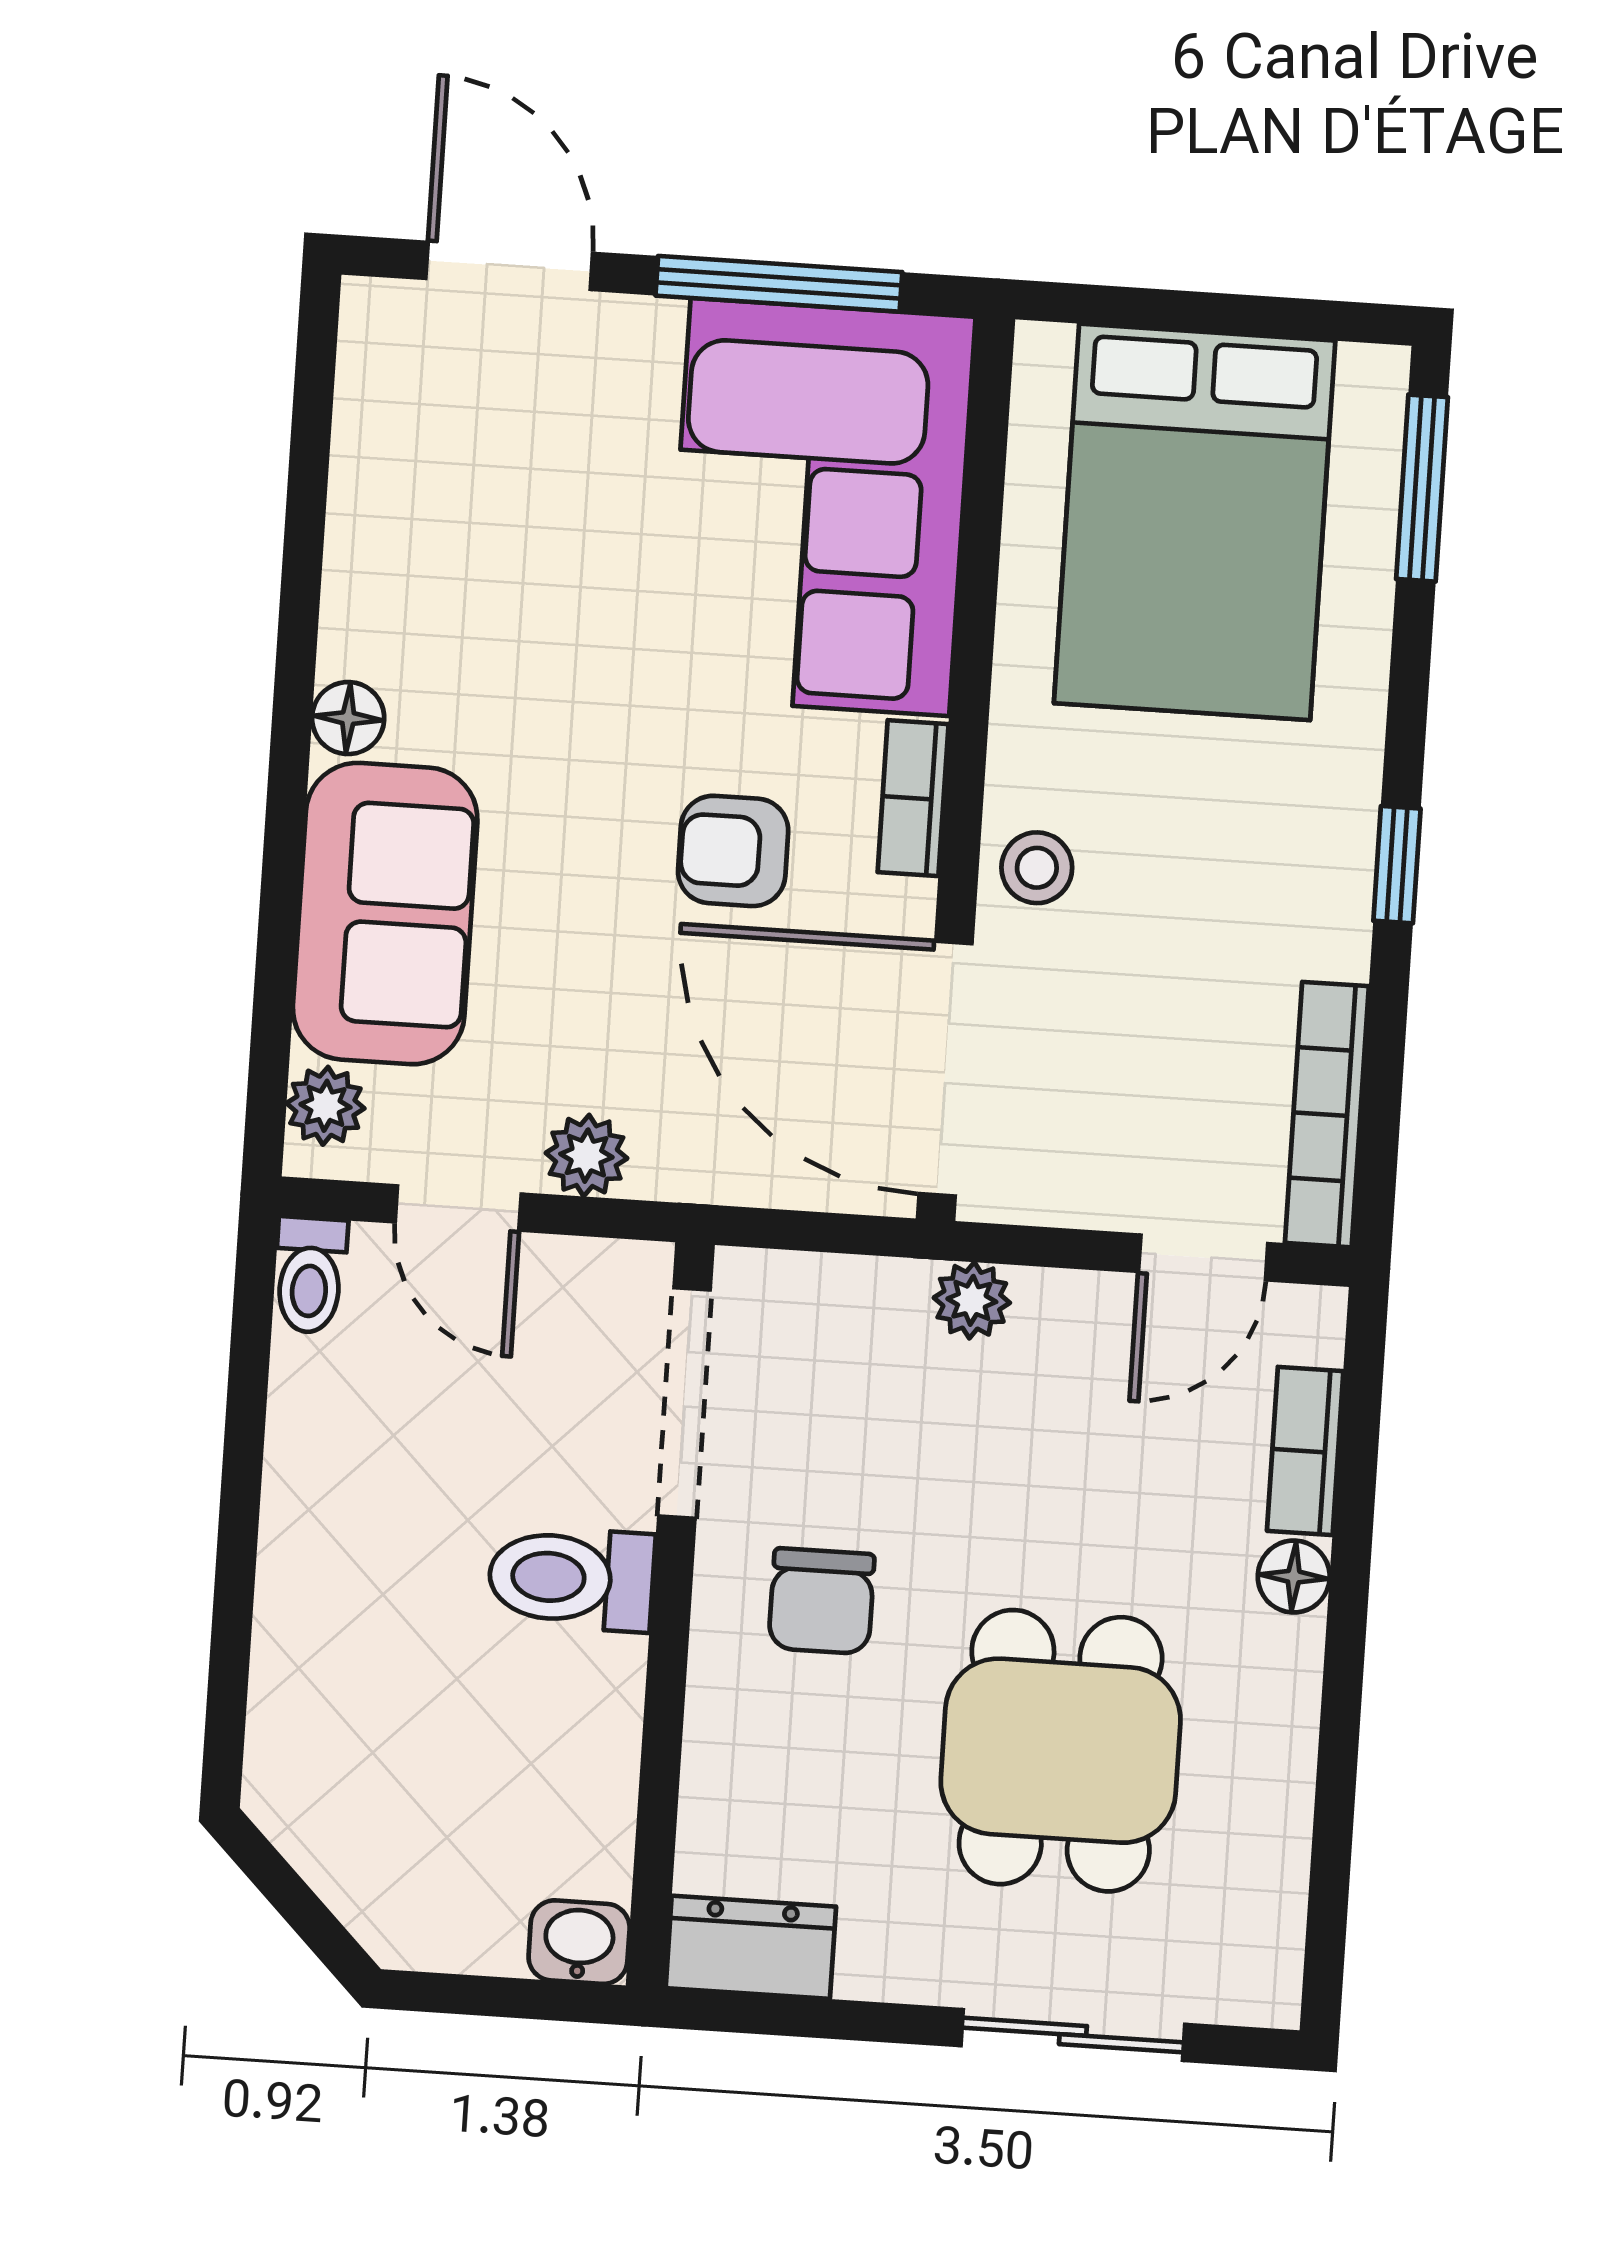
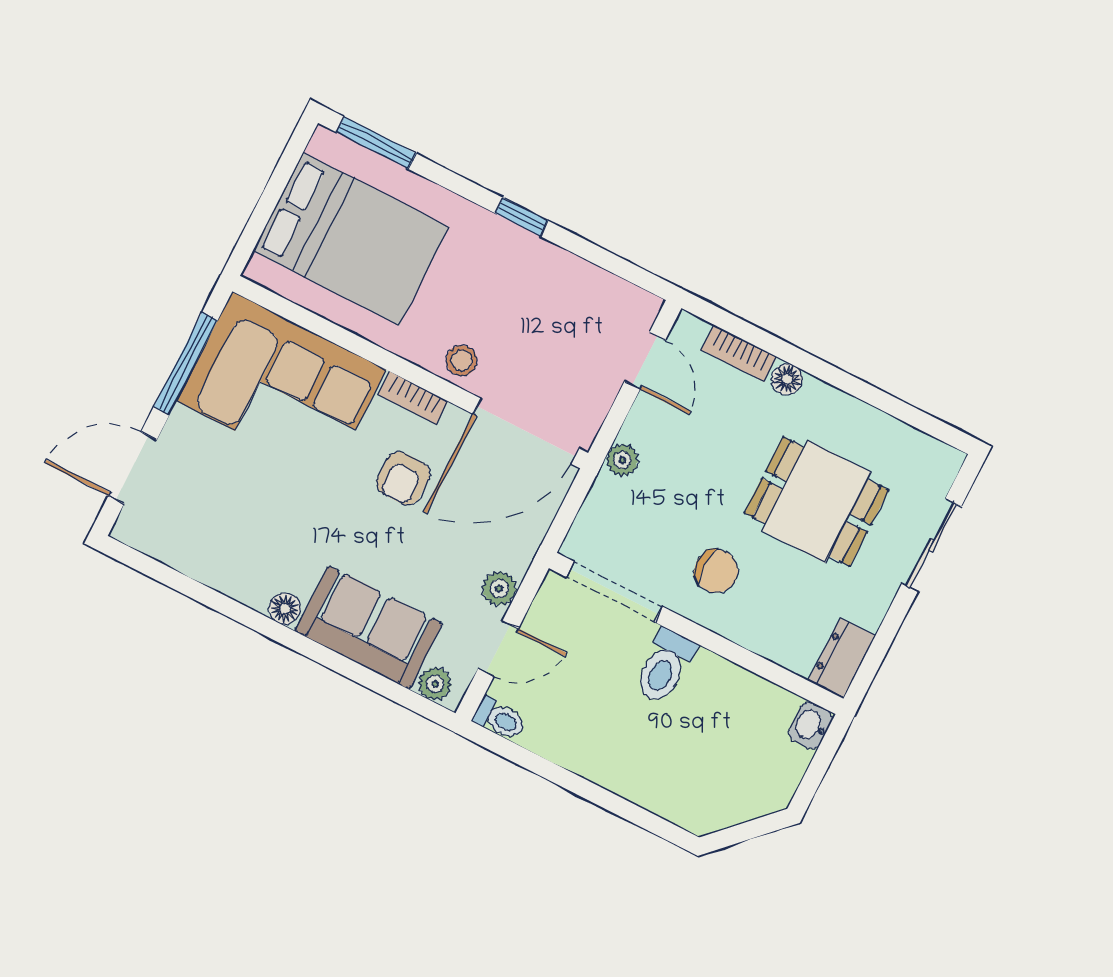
bookcase: (1327, 1115) -> (609, 287), removed

